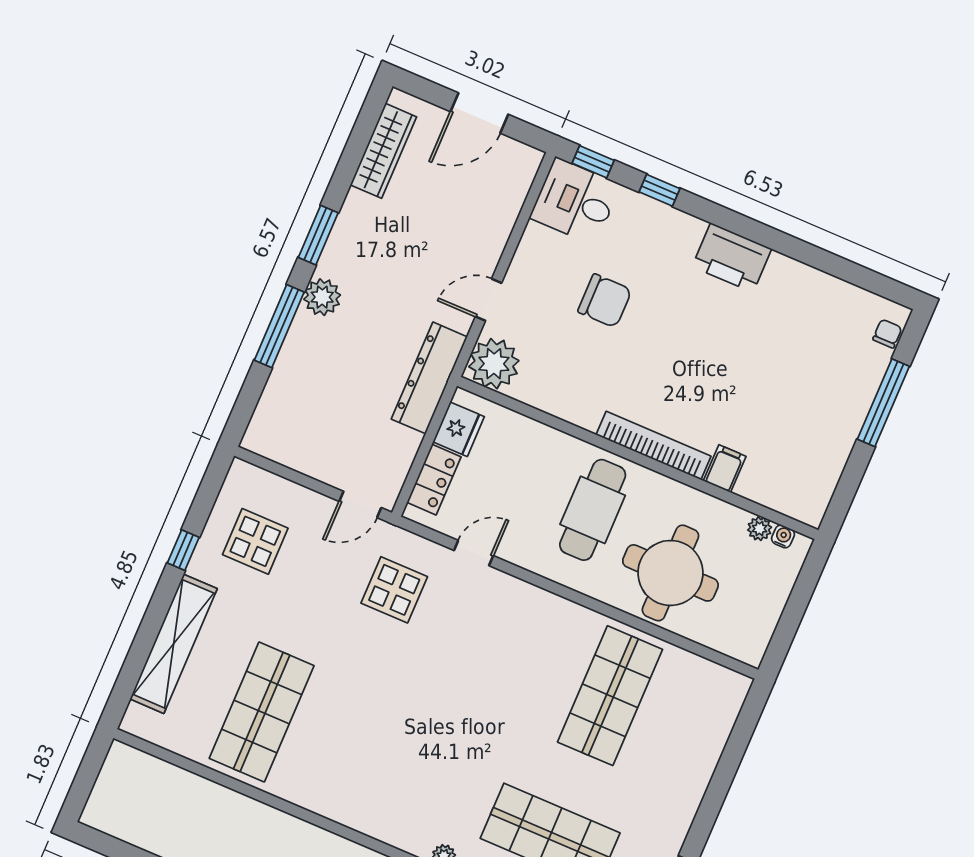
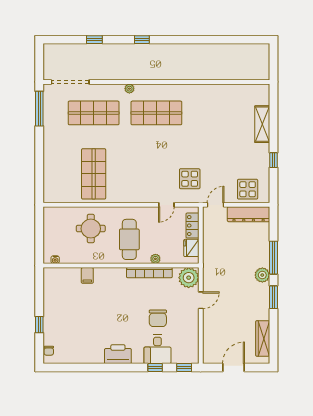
desk: (575, 201) -> (157, 349), moved, turned 90
chair: (605, 301) -> (158, 318), turned -90
dresser: (429, 378) -> (249, 214), moved, turned 90
window: (883, 403) -> (39, 325), width x0.46
bookcase: (653, 446) -> (149, 273), moved
plant: (760, 529) -> (155, 259), moved
display table: (255, 541) -> (248, 189), moved
round table: (670, 573) -> (91, 229), width x0.73, depth x0.73
shelving: (174, 644) -> (262, 124), width x0.68
shop shelf: (262, 712) -> (156, 113), moved, turned 90

